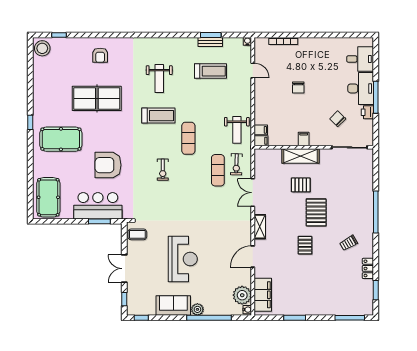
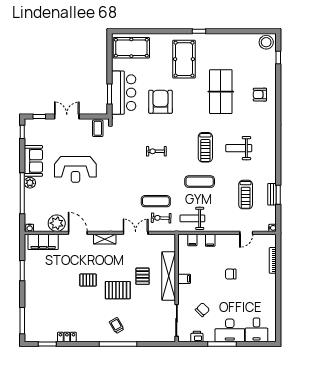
printer: (367, 112) -> (197, 337), moved
exercise mat: (188, 138) -> (200, 182), moved
filing cabinet: (261, 141) -> (210, 240), moved
shelving: (301, 156) -> (169, 276), width x1.47
trolley: (349, 243) -> (117, 326), moved
plant: (242, 295) -> (57, 223), moved

